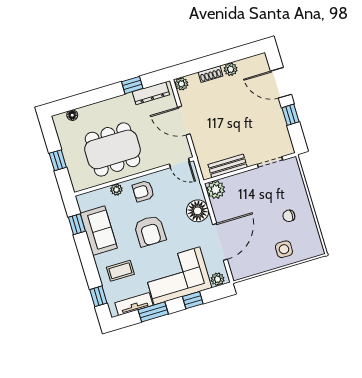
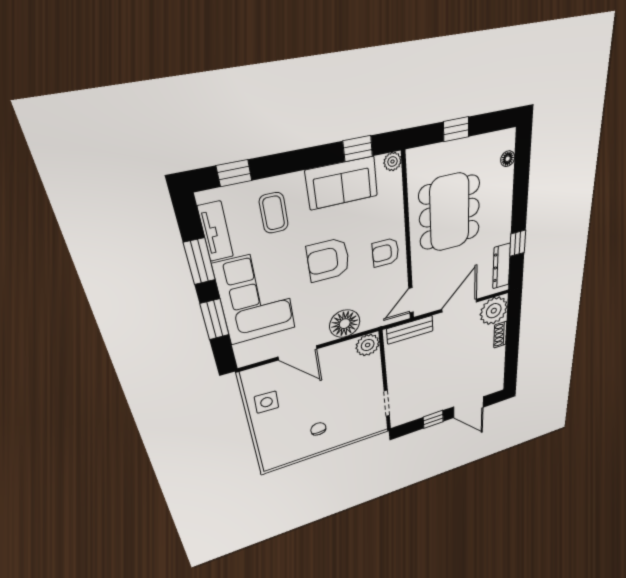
plant: (231, 69) -> (498, 356), removed
door: (281, 83) -> (469, 407), swing flipped
plant: (181, 84) -> (494, 311), width x1.87, depth x1.87
bench: (228, 166) -> (410, 330), moved, turned 90
plant: (116, 190) -> (392, 162), moved
armchair: (143, 191) -> (386, 252), turned -90
door: (220, 242) -> (298, 353), width x0.73
side table: (284, 249) -> (267, 402), moved
plant: (218, 279) -> (244, 352), removed
window: (193, 300) -> (215, 319), width x1.50

